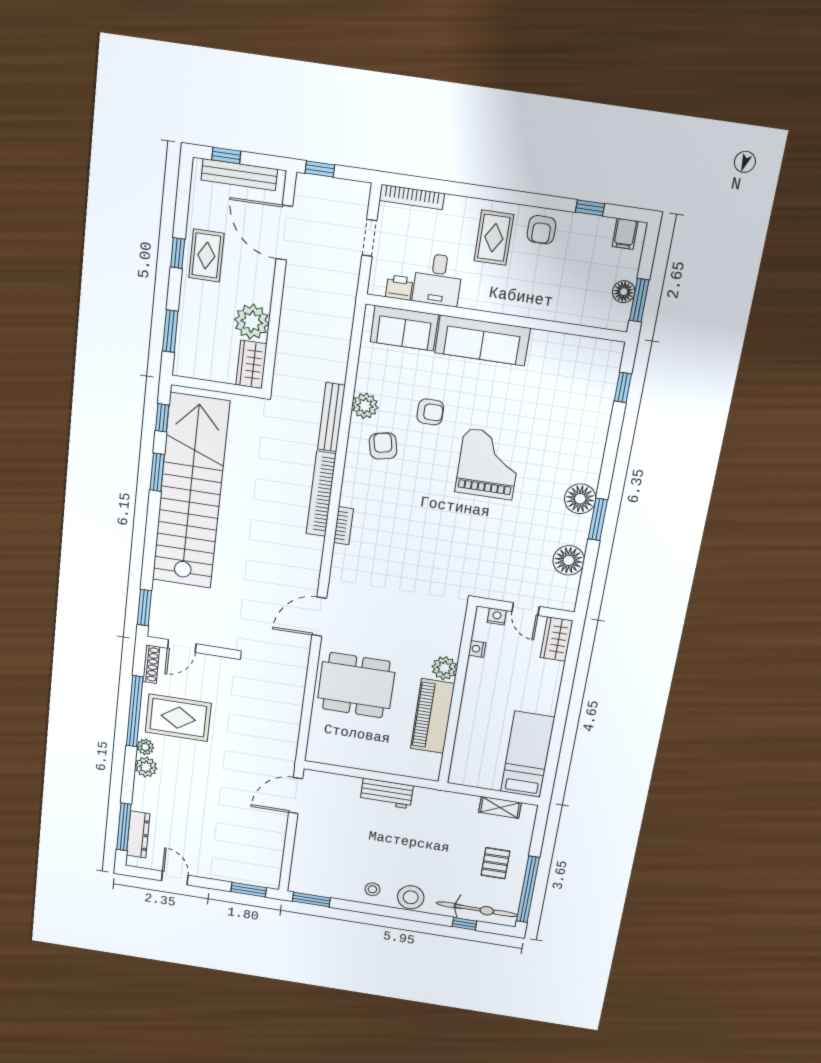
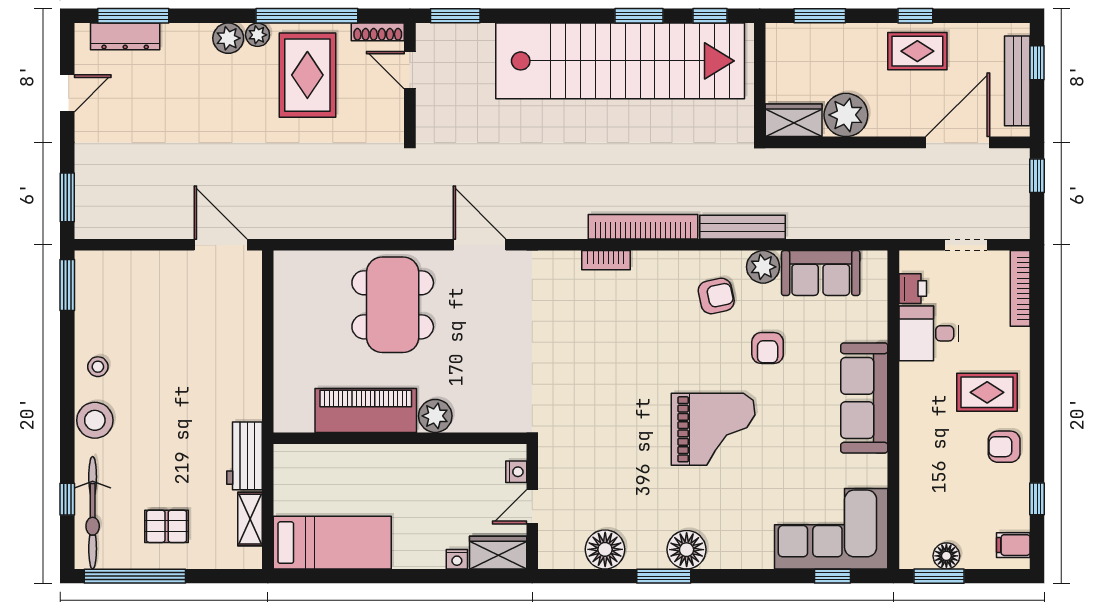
sofa: (404, 328) -> (821, 273), moved, turned -90
corner sofa: (584, 383) -> (831, 529), added
nightstand: (477, 649) -> (457, 559), moved, turned 180
workbench: (387, 793) -> (244, 456), moved

